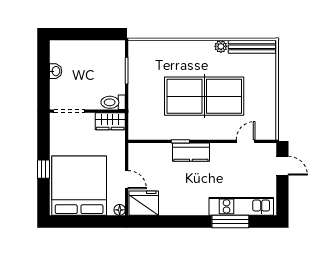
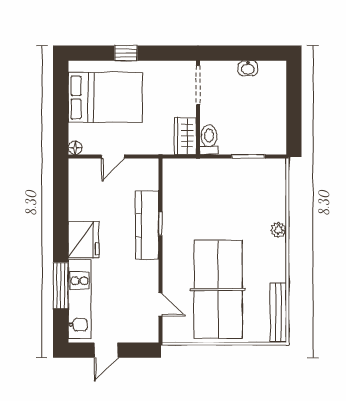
plant: (221, 46) -> (279, 230), moved
table tennis table: (204, 96) -> (218, 289), moved
kitchen counter: (191, 152) -> (147, 225), width x1.50
door: (282, 166) -> (106, 350), moved
bed: (79, 186) -> (105, 97), width x0.73
fridge: (144, 203) -> (84, 240), moved

